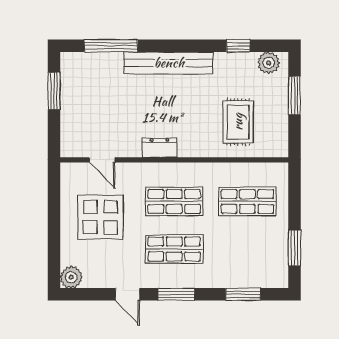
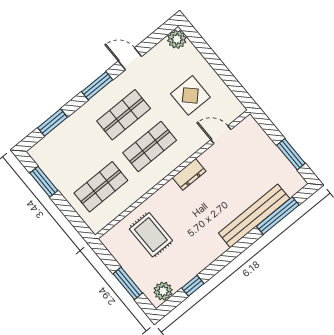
bench: (169, 63) -> (254, 216), moved
display table: (100, 217) -> (190, 95), width x0.73, depth x0.73

